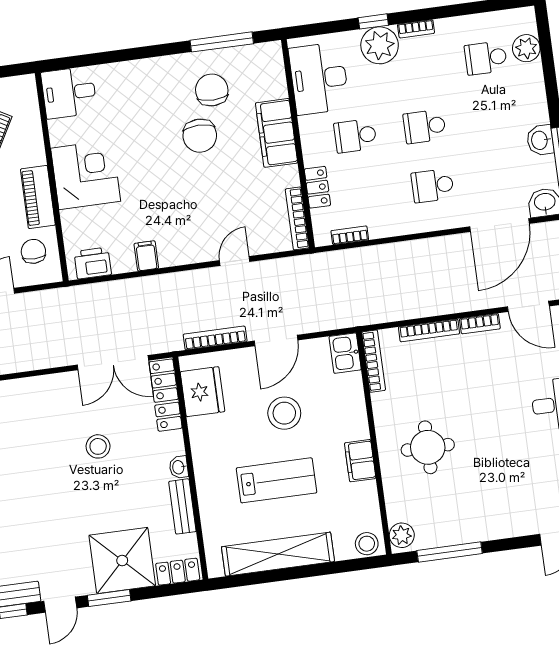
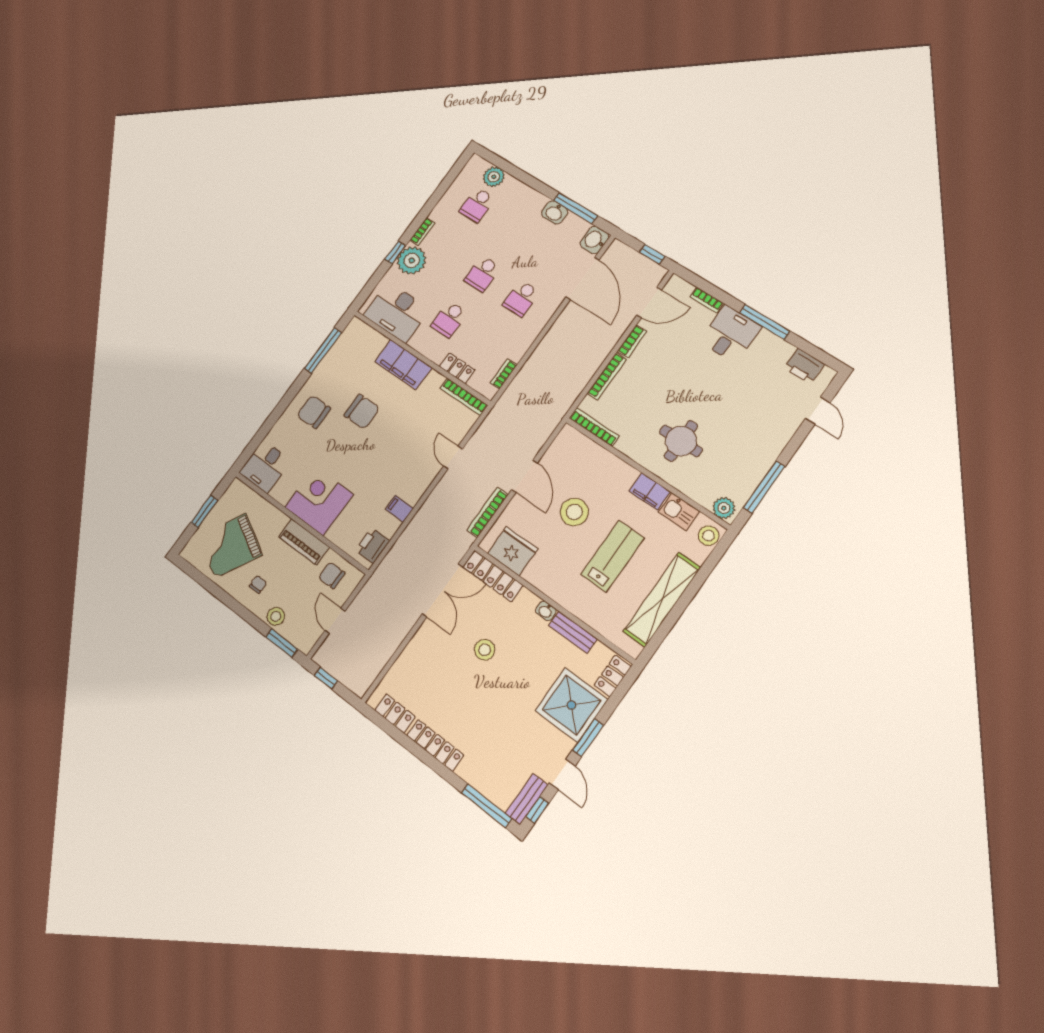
chair: (212, 90) -> (314, 412), moved
kitchen sink: (345, 353) -> (679, 512), moved

